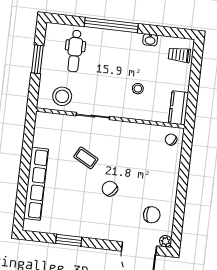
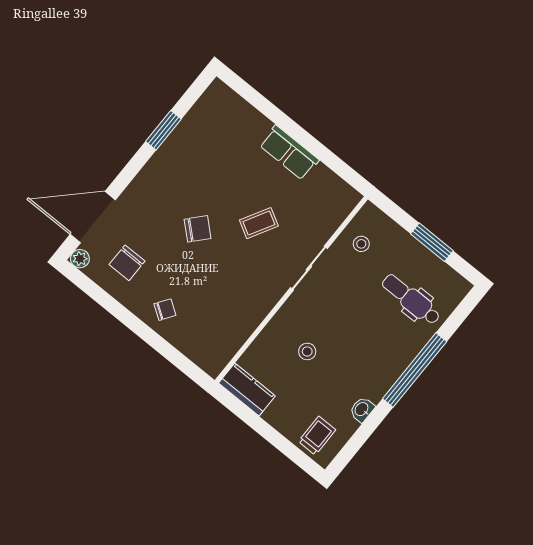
stool: (62, 96) -> (361, 244), width x0.53, depth x0.53
chair: (171, 140) -> (165, 310), moved
row of seats: (36, 184) -> (289, 153), width x0.50

